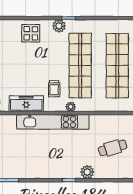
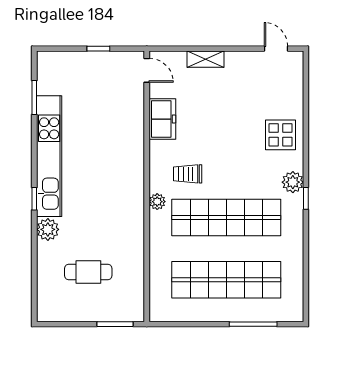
freezer: (26, 104) -> (162, 119), width x0.71
kitchen unit: (53, 122) -> (49, 156), moved, turned 180
cafe table: (113, 148) -> (88, 272), turned -73

